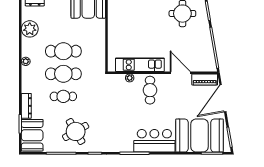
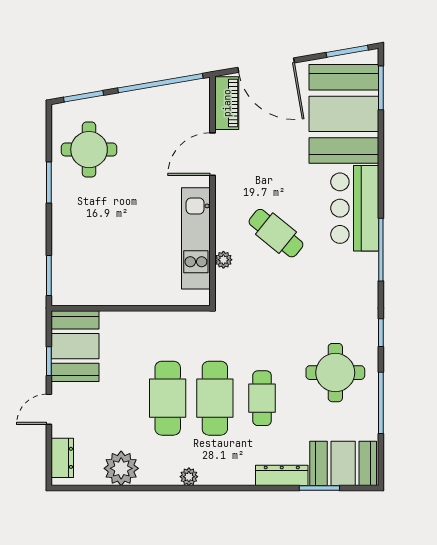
cafe table: (150, 90) -> (276, 233), moved, turned 39
round table: (76, 131) -> (335, 373), turned 30

